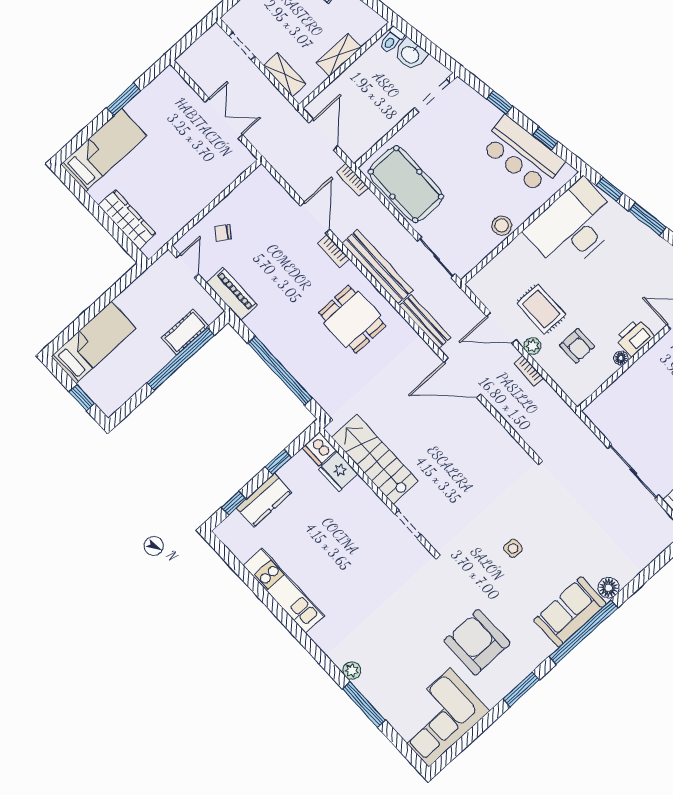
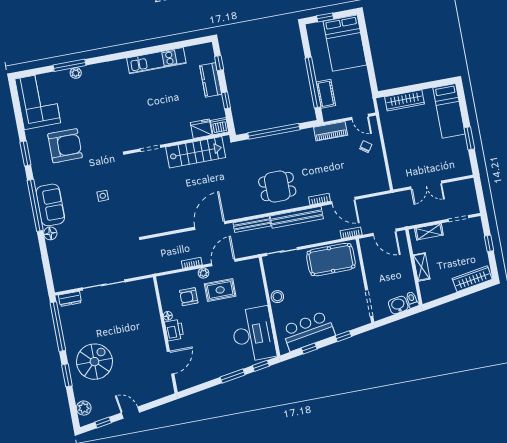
bed: (94, 342) -> (345, 43), width x1.50
plant: (352, 671) -> (76, 73), moved

